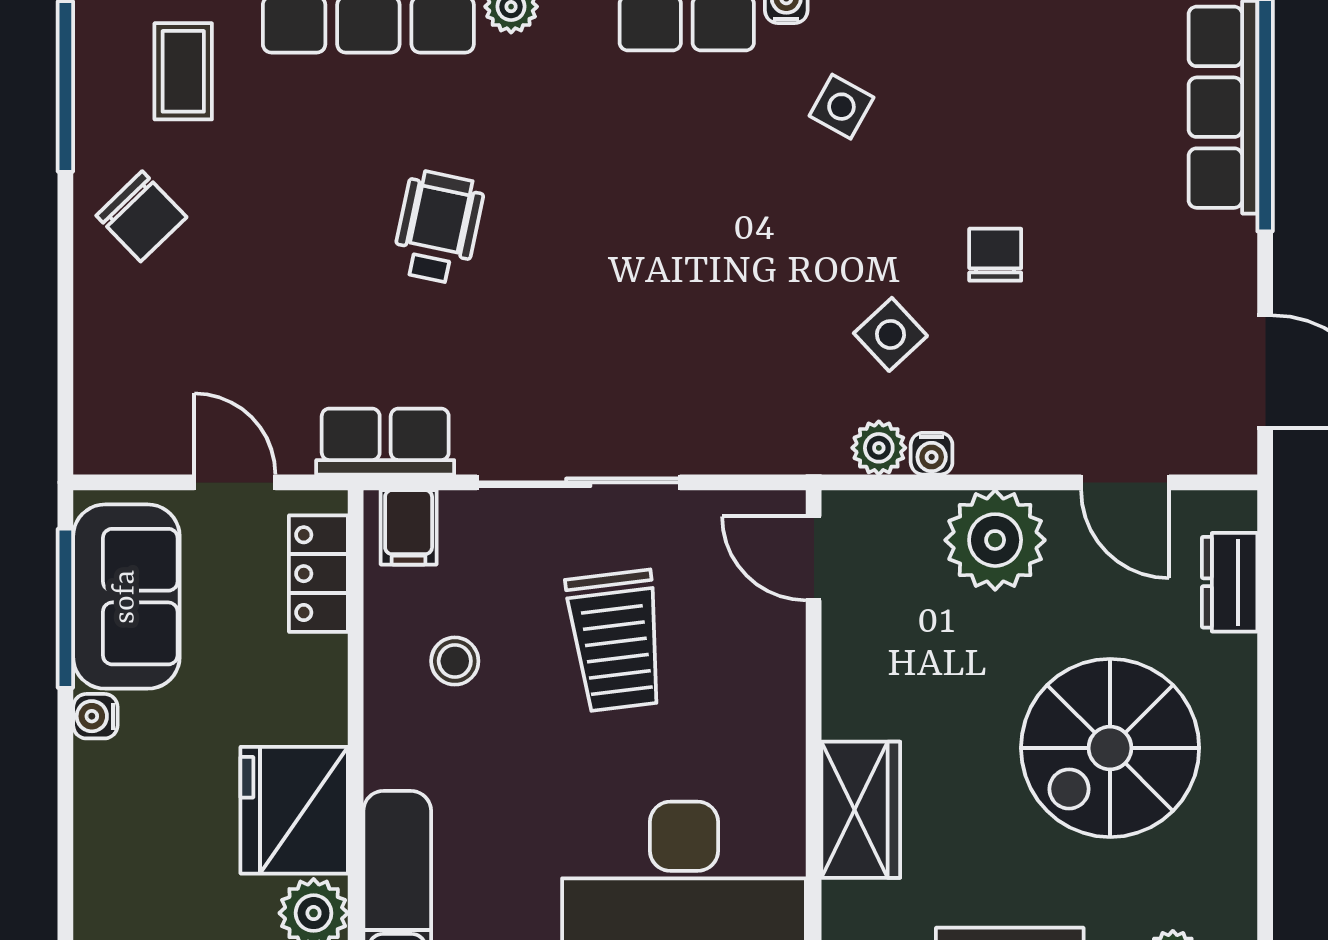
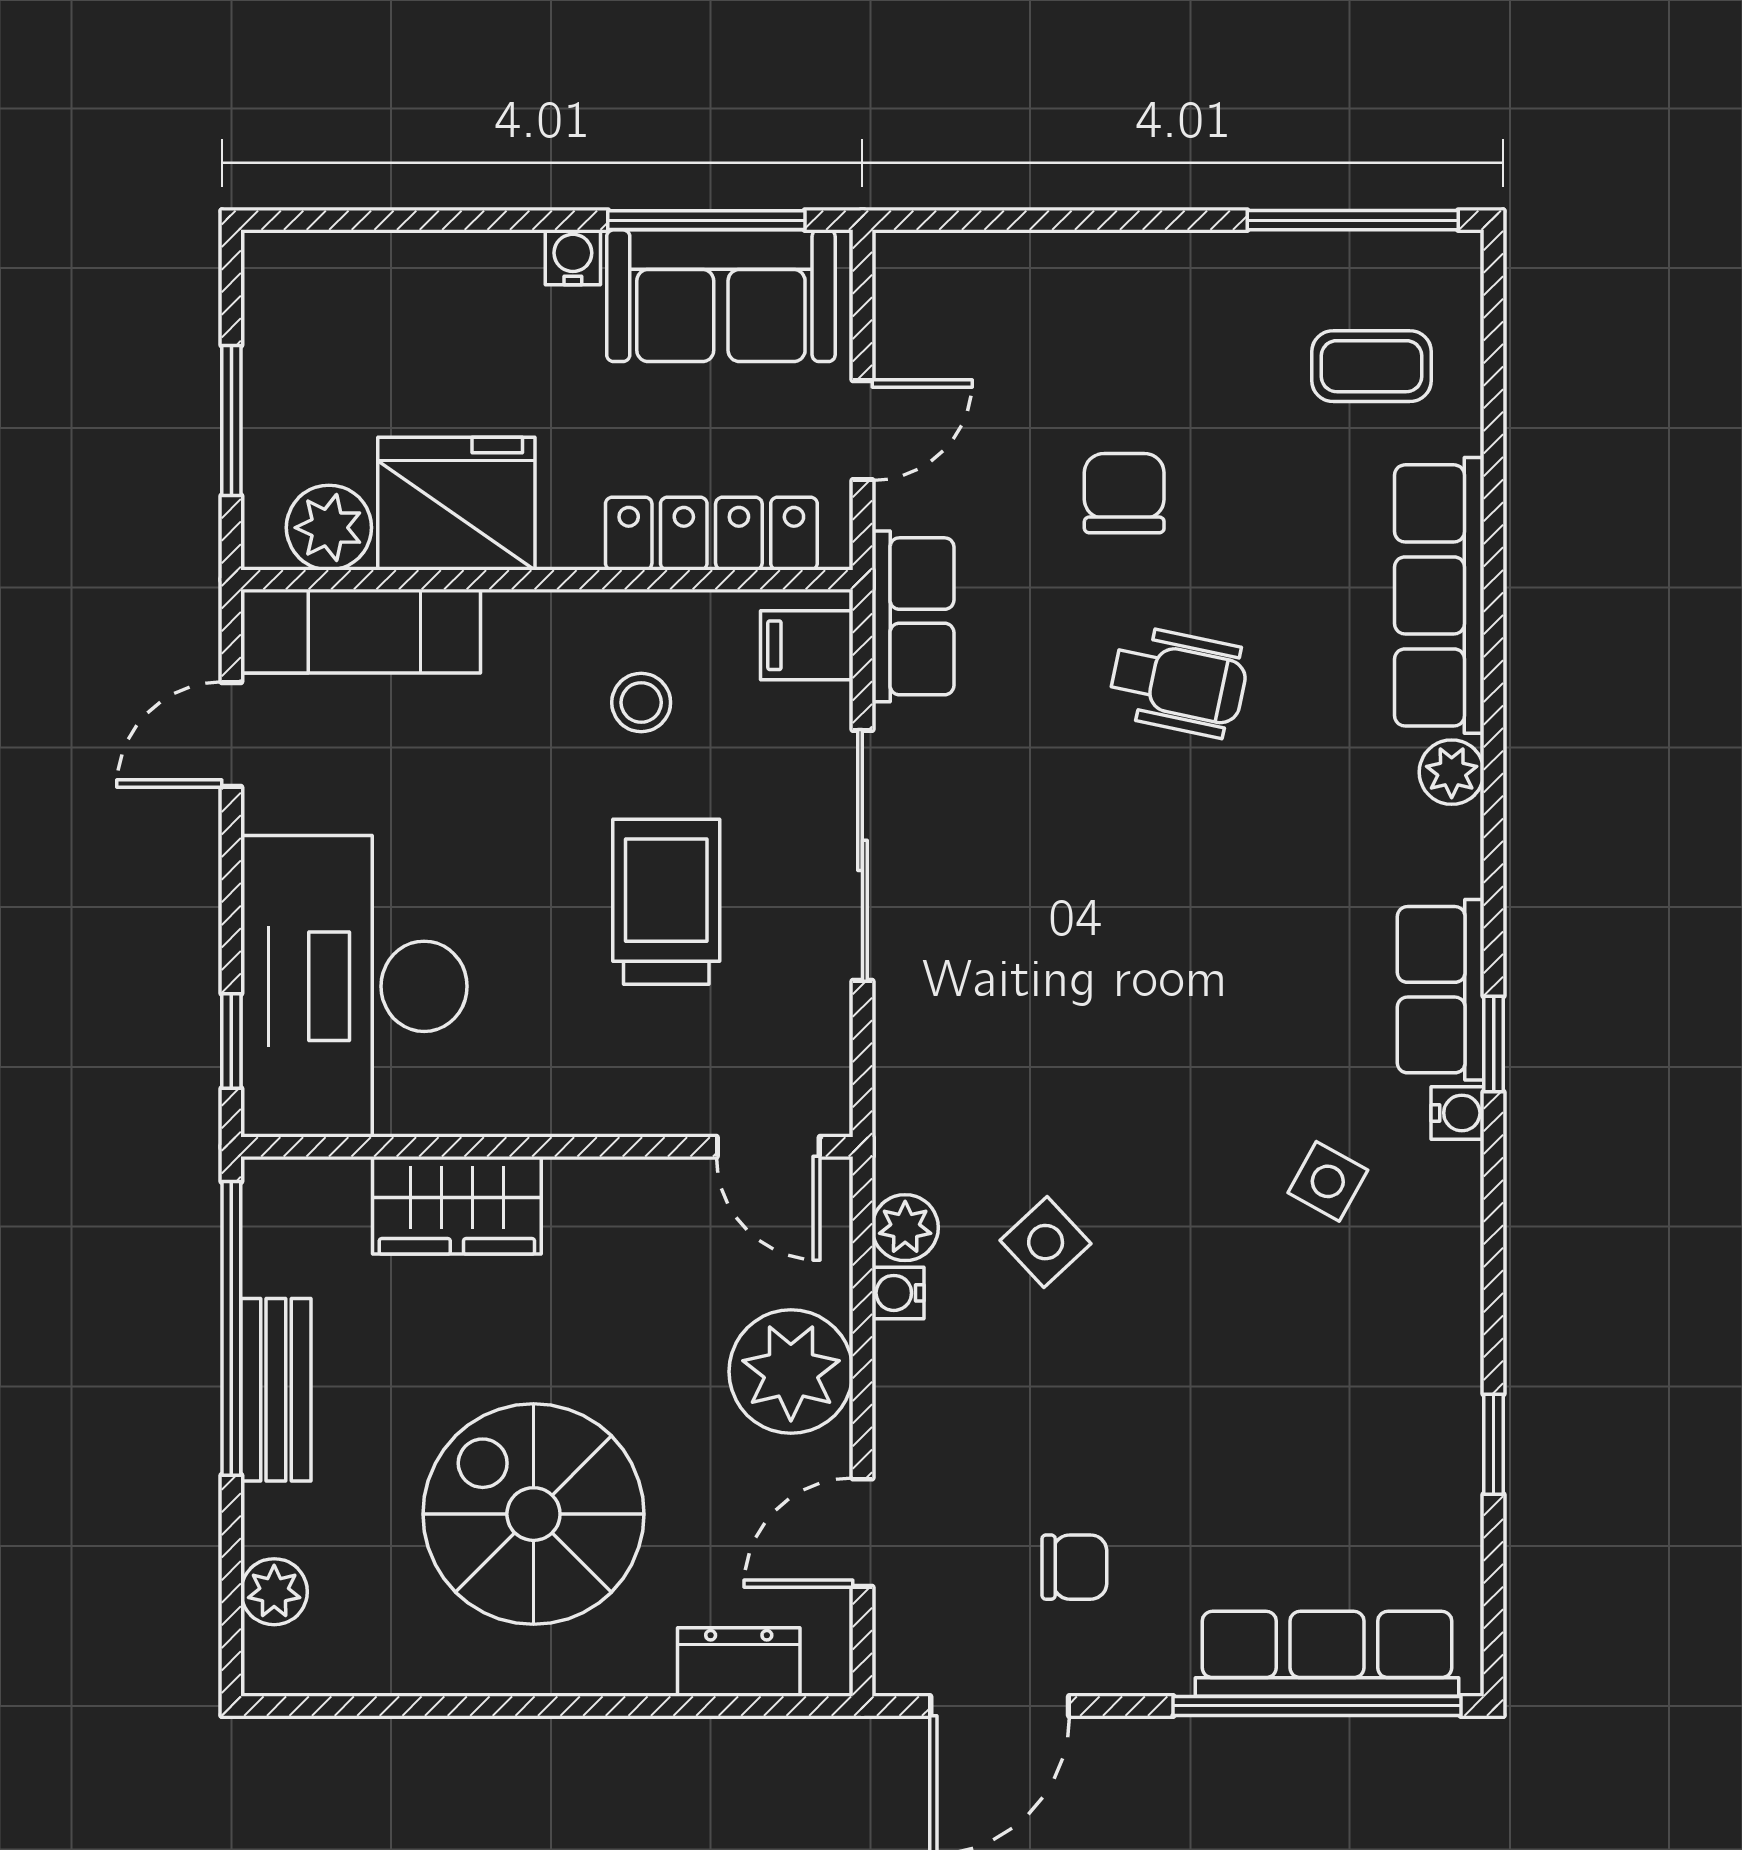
chair: (141, 216) -> (1124, 493), moved, turned 134
chair: (995, 255) -> (1074, 1567), moved
door: (814, 558) -> (768, 1147), swing flipped
locker: (318, 574) -> (711, 534), width x1.53
trolley: (616, 641) -> (666, 902), turned 97

